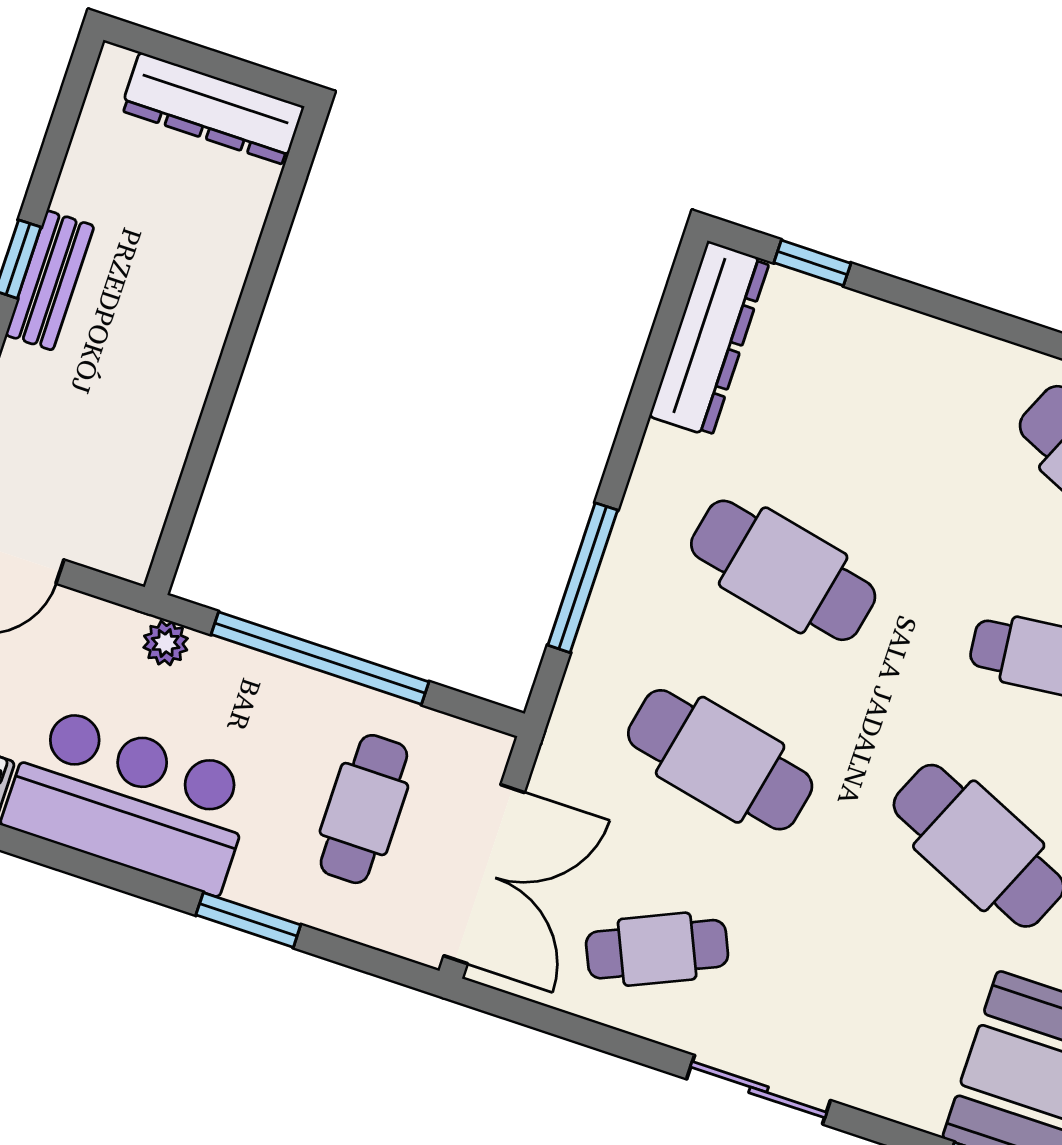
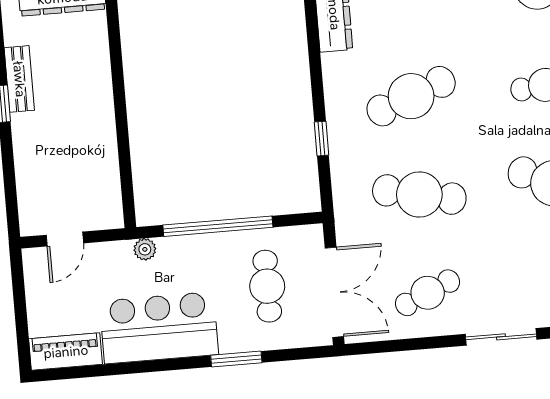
bench: (50, 280) -> (19, 79), moved
cafe table: (783, 570) -> (411, 96), turned -33
window: (583, 578) -> (322, 139), width x0.46

